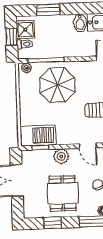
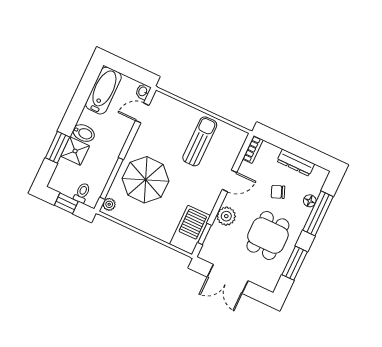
bidet: (80, 23) -> (84, 133), moved
shower: (25, 30) -> (75, 151), moved
dining table: (63, 193) -> (268, 236), turned 90
window: (53, 223) -> (295, 263), width x1.50

